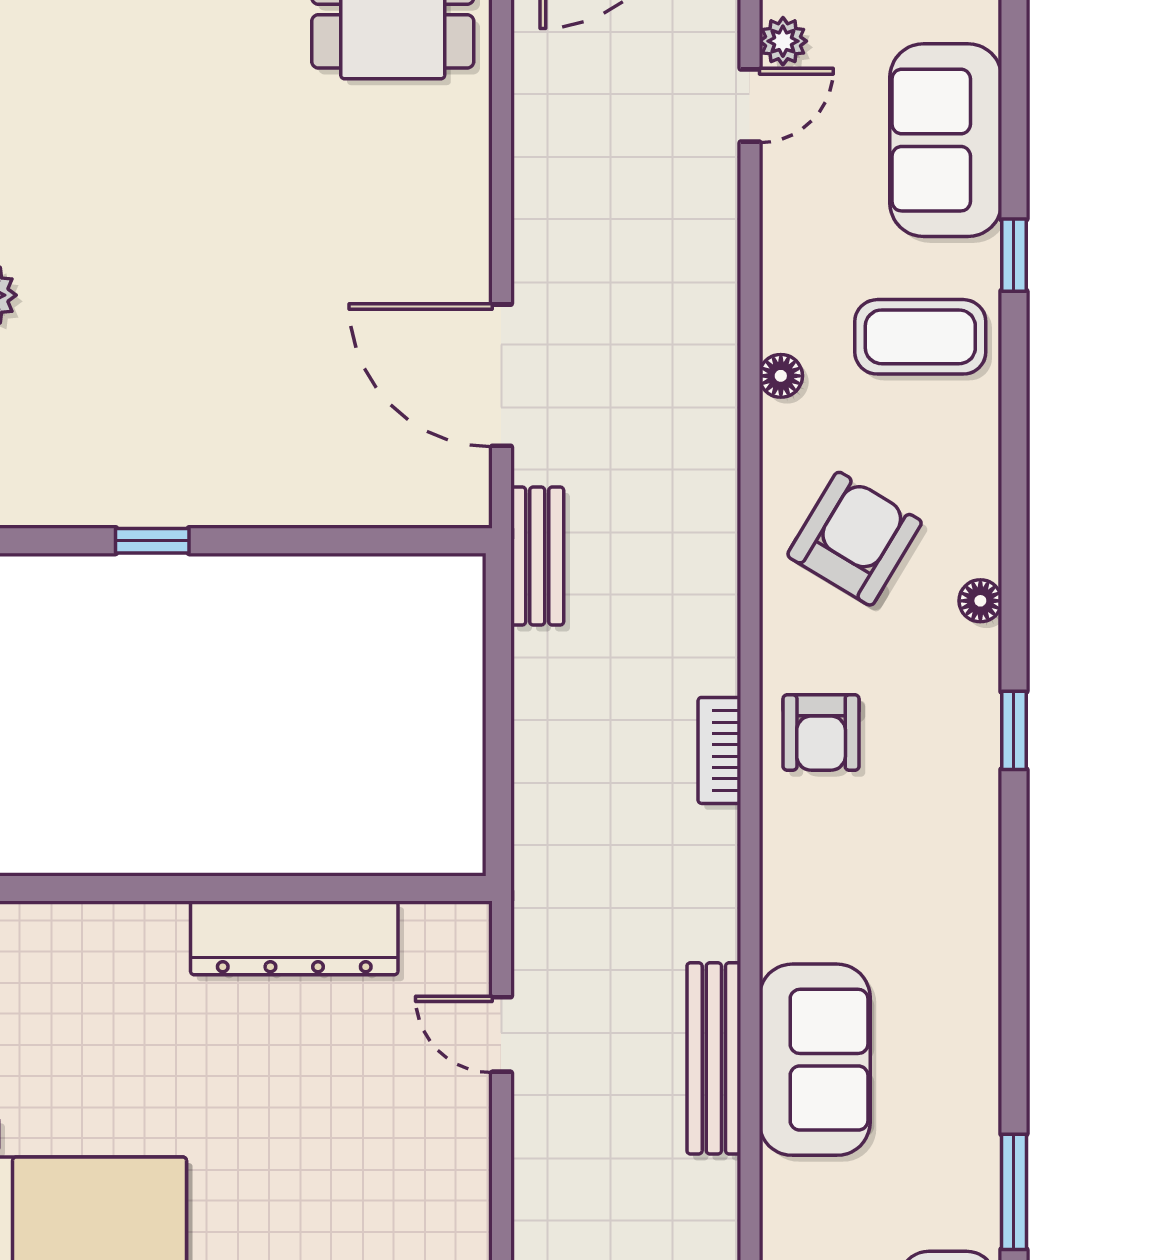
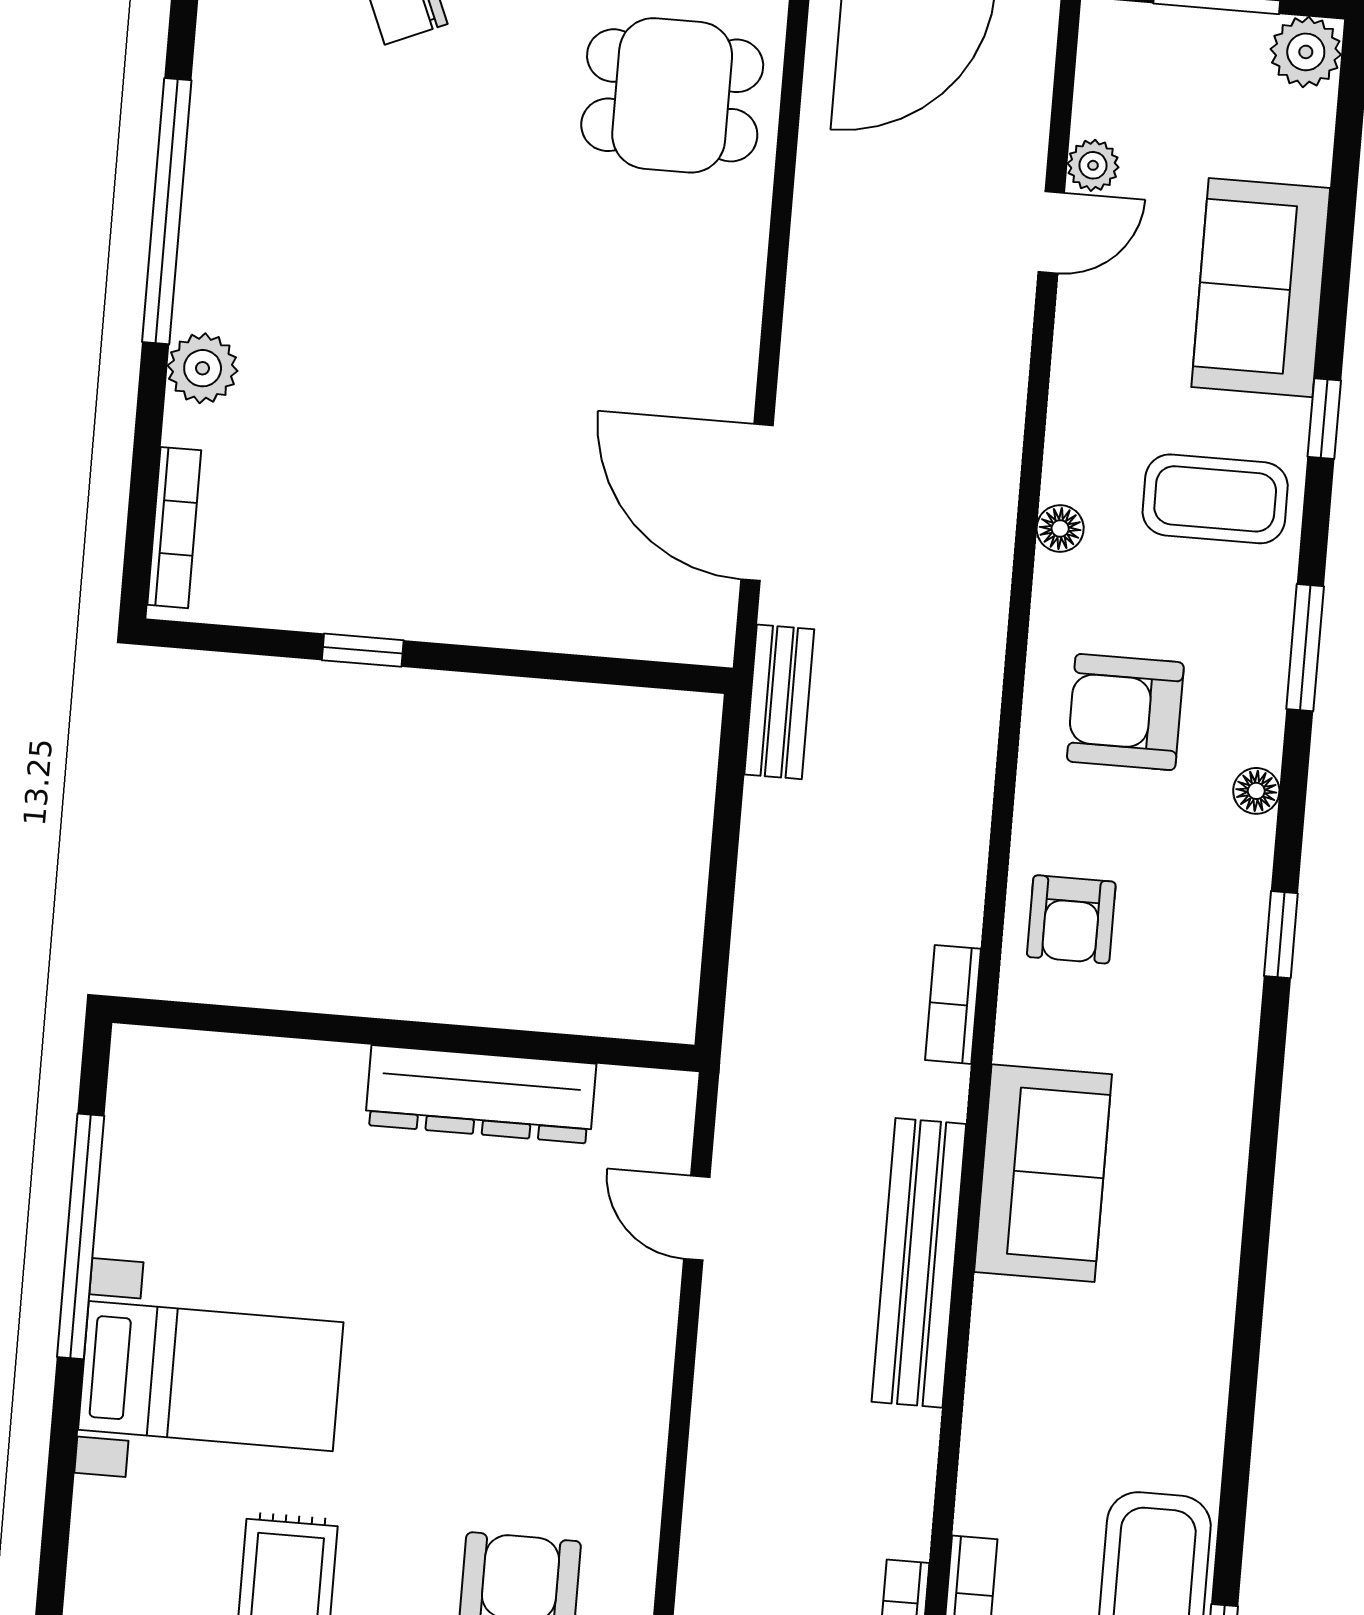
armchair: (855, 539) -> (1125, 712), turned -121
bookcase: (719, 750) -> (953, 1004), moved
bench: (714, 1058) -> (919, 1263), width x1.37, depth x1.21
sofa: (815, 1060) -> (1043, 1173), moved
window: (1014, 1192) -> (1305, 648), moved

